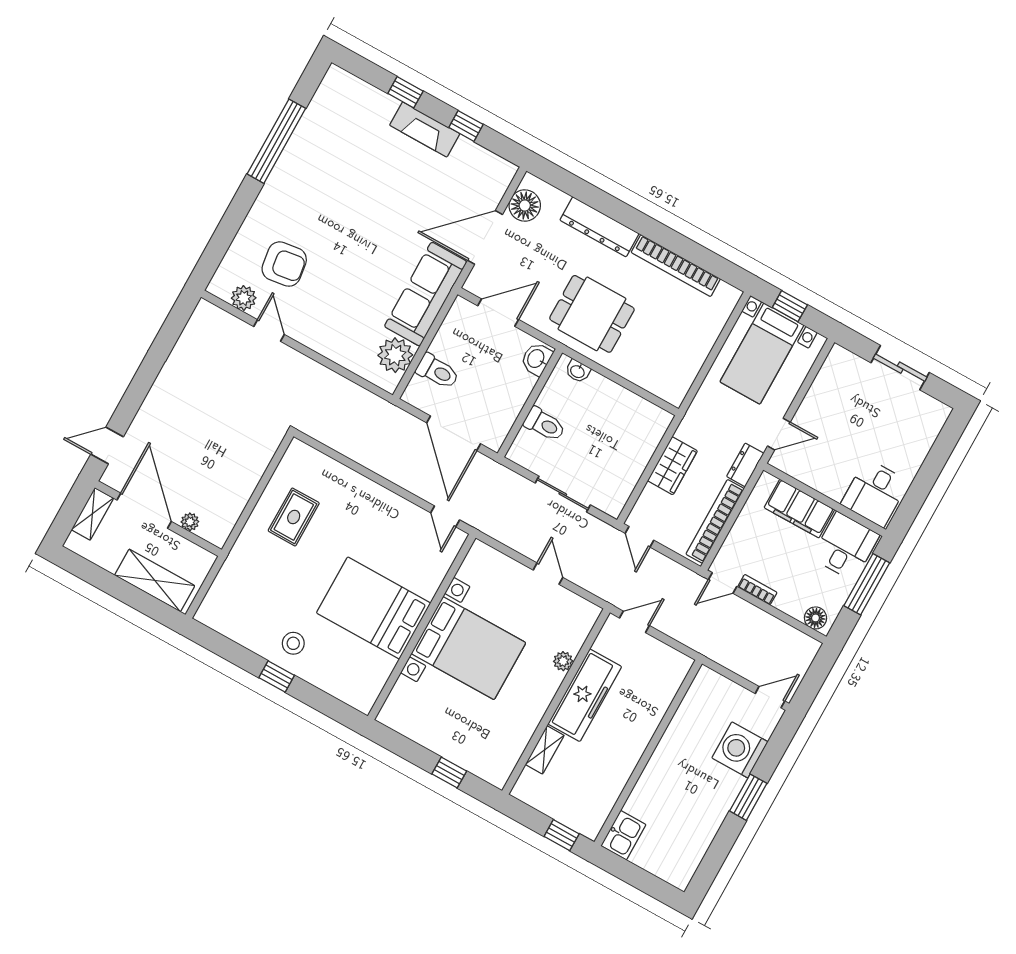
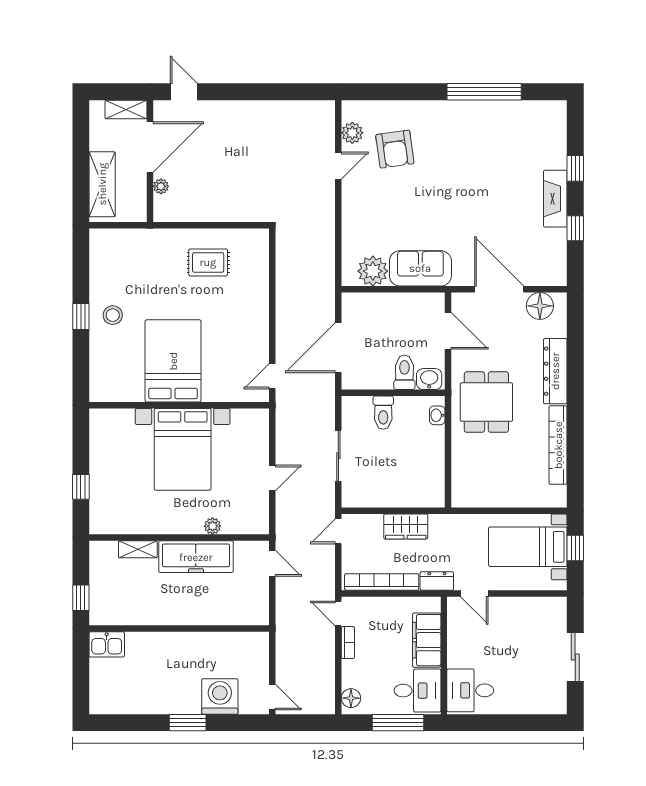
sofa: (426, 294) -> (420, 268), width x0.73
toilet: (438, 371) -> (404, 372), moved, turned 180

